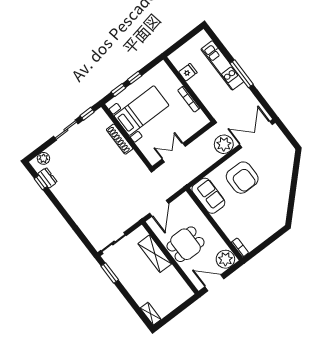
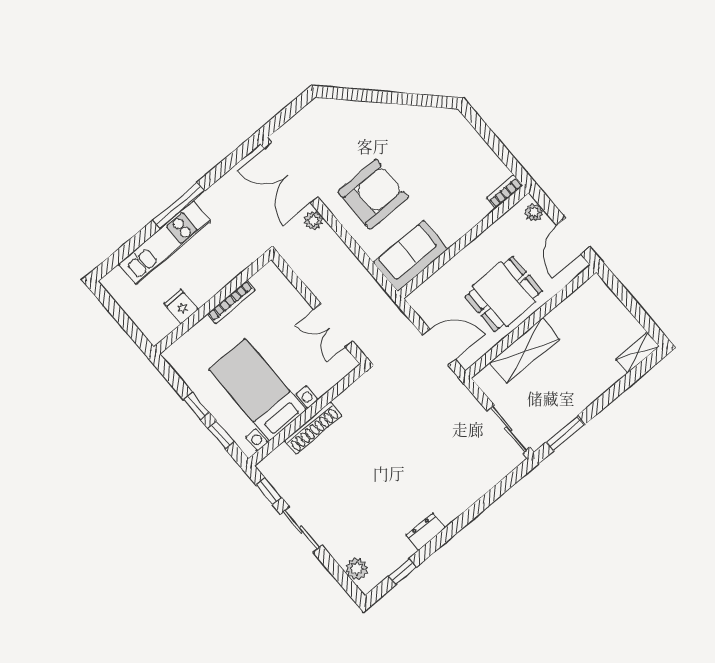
plant: (224, 144) -> (313, 220), width x0.53, depth x0.53
dresser: (48, 178) -> (426, 532), moved
dining table: (186, 244) -> (504, 294), turned 90
plant: (225, 259) -> (534, 212), width x0.53, depth x0.53

